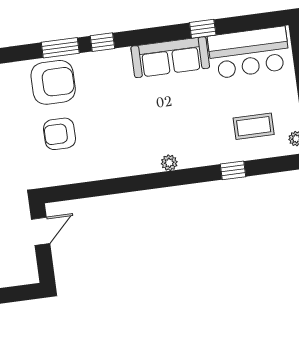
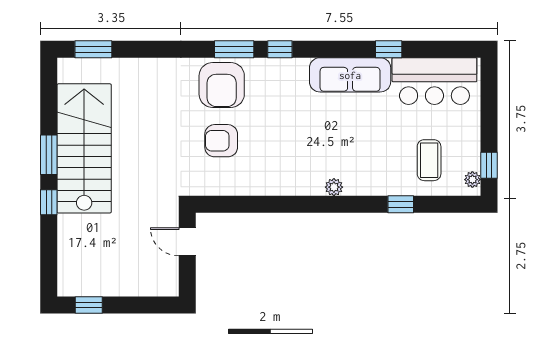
armchair: (53, 82) -> (222, 85), turned 90
coffee table: (254, 126) -> (429, 160), turned 90
door: (41, 231) -> (187, 242), swing flipped

